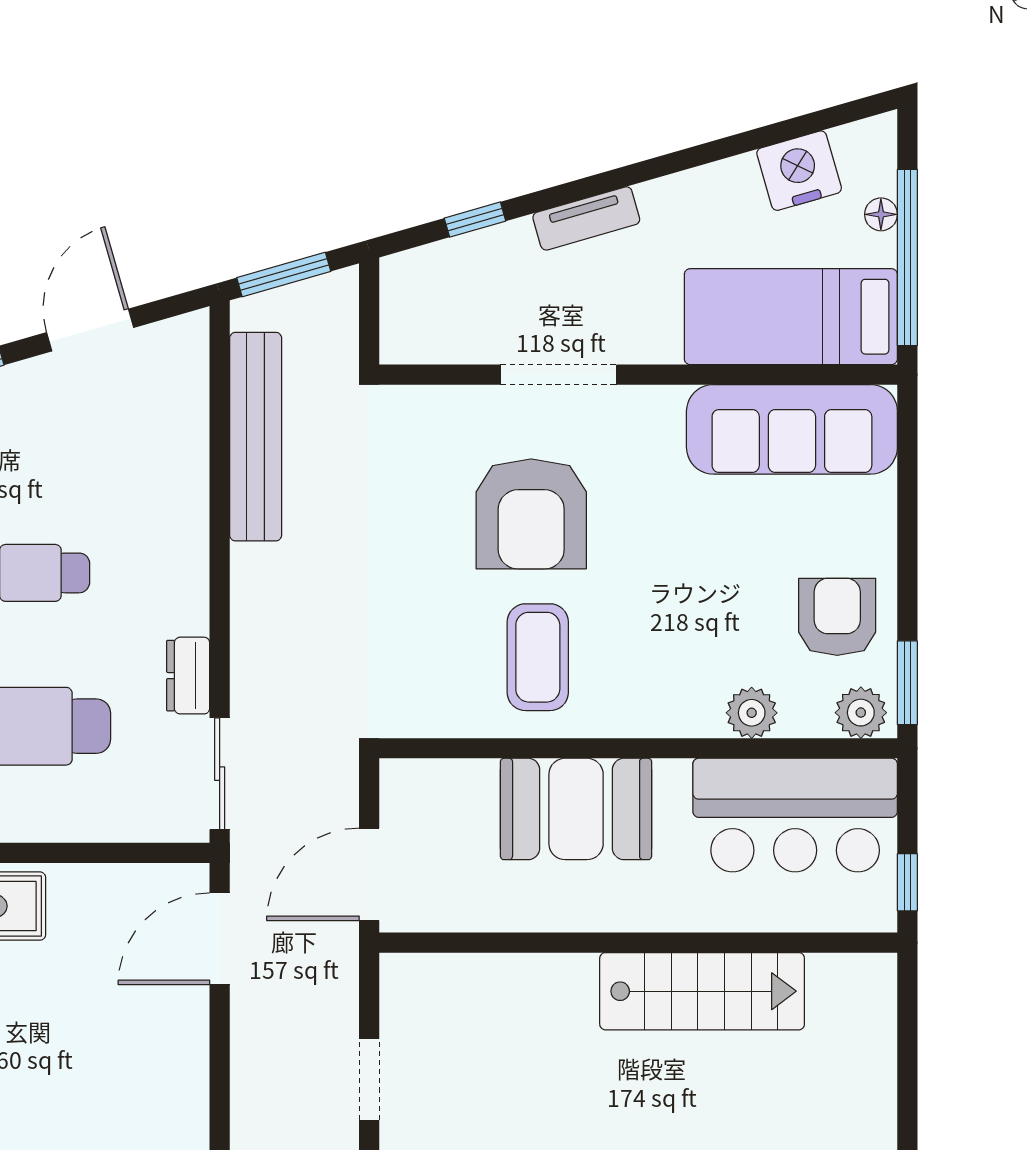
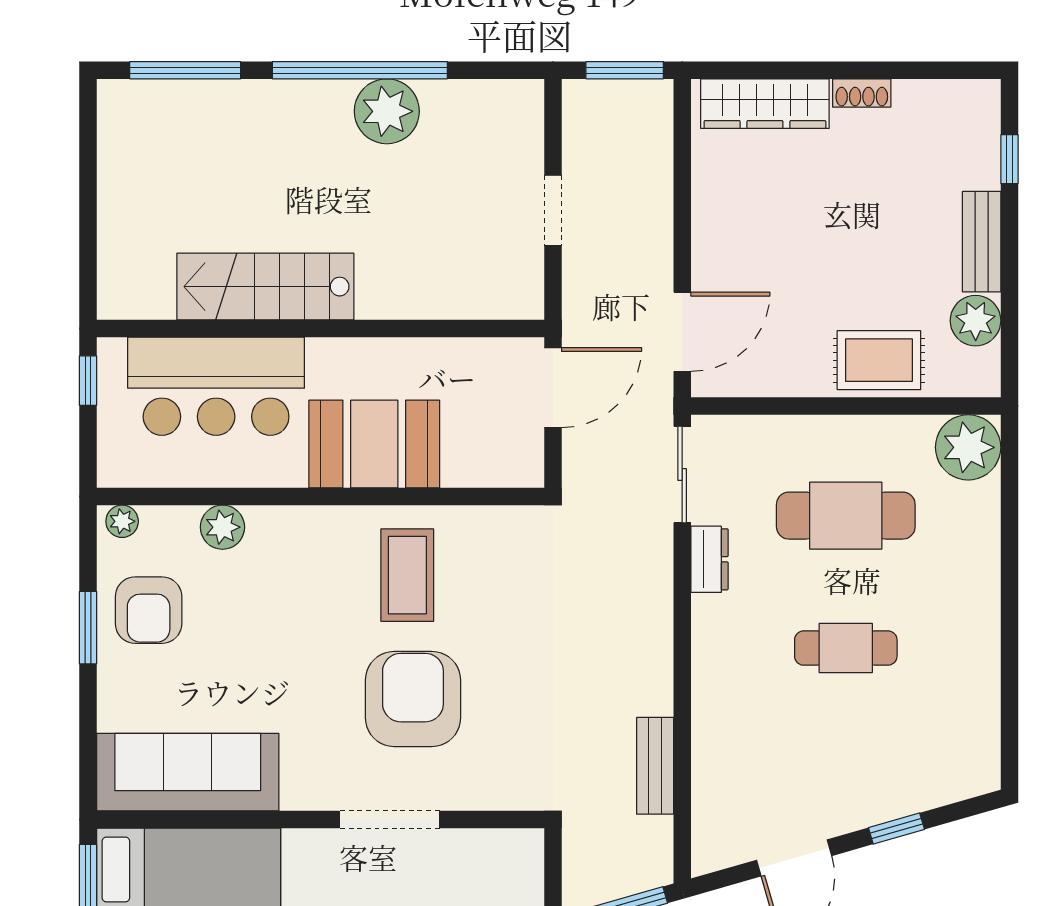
bench: (256, 437) -> (655, 766), width x0.54, depth x0.82
window: (907, 683) -> (88, 628), moved
plant: (861, 713) -> (122, 521), width x0.73, depth x0.73
bar counter: (795, 815) -> (216, 386), moved, turned 180

